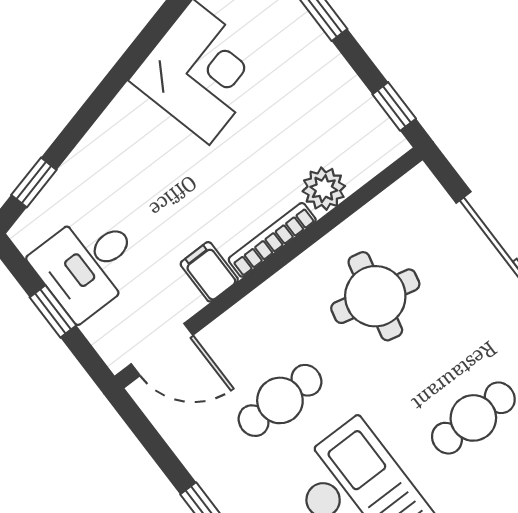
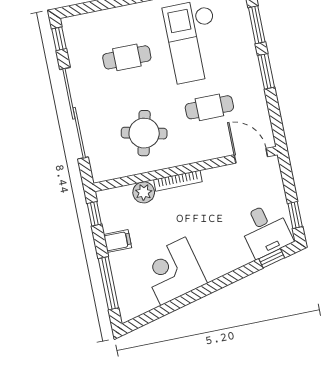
desk: (88, 264) -> (265, 230), moved, turned 76
filing cabinet: (209, 272) -> (118, 241), moved, turned -90
window: (53, 311) -> (295, 215), moved

